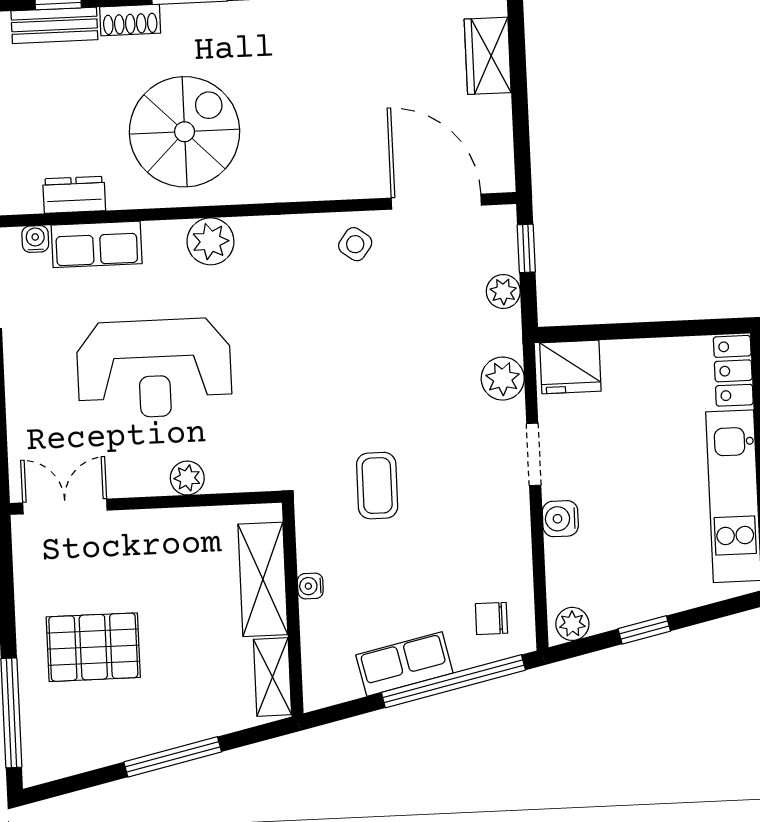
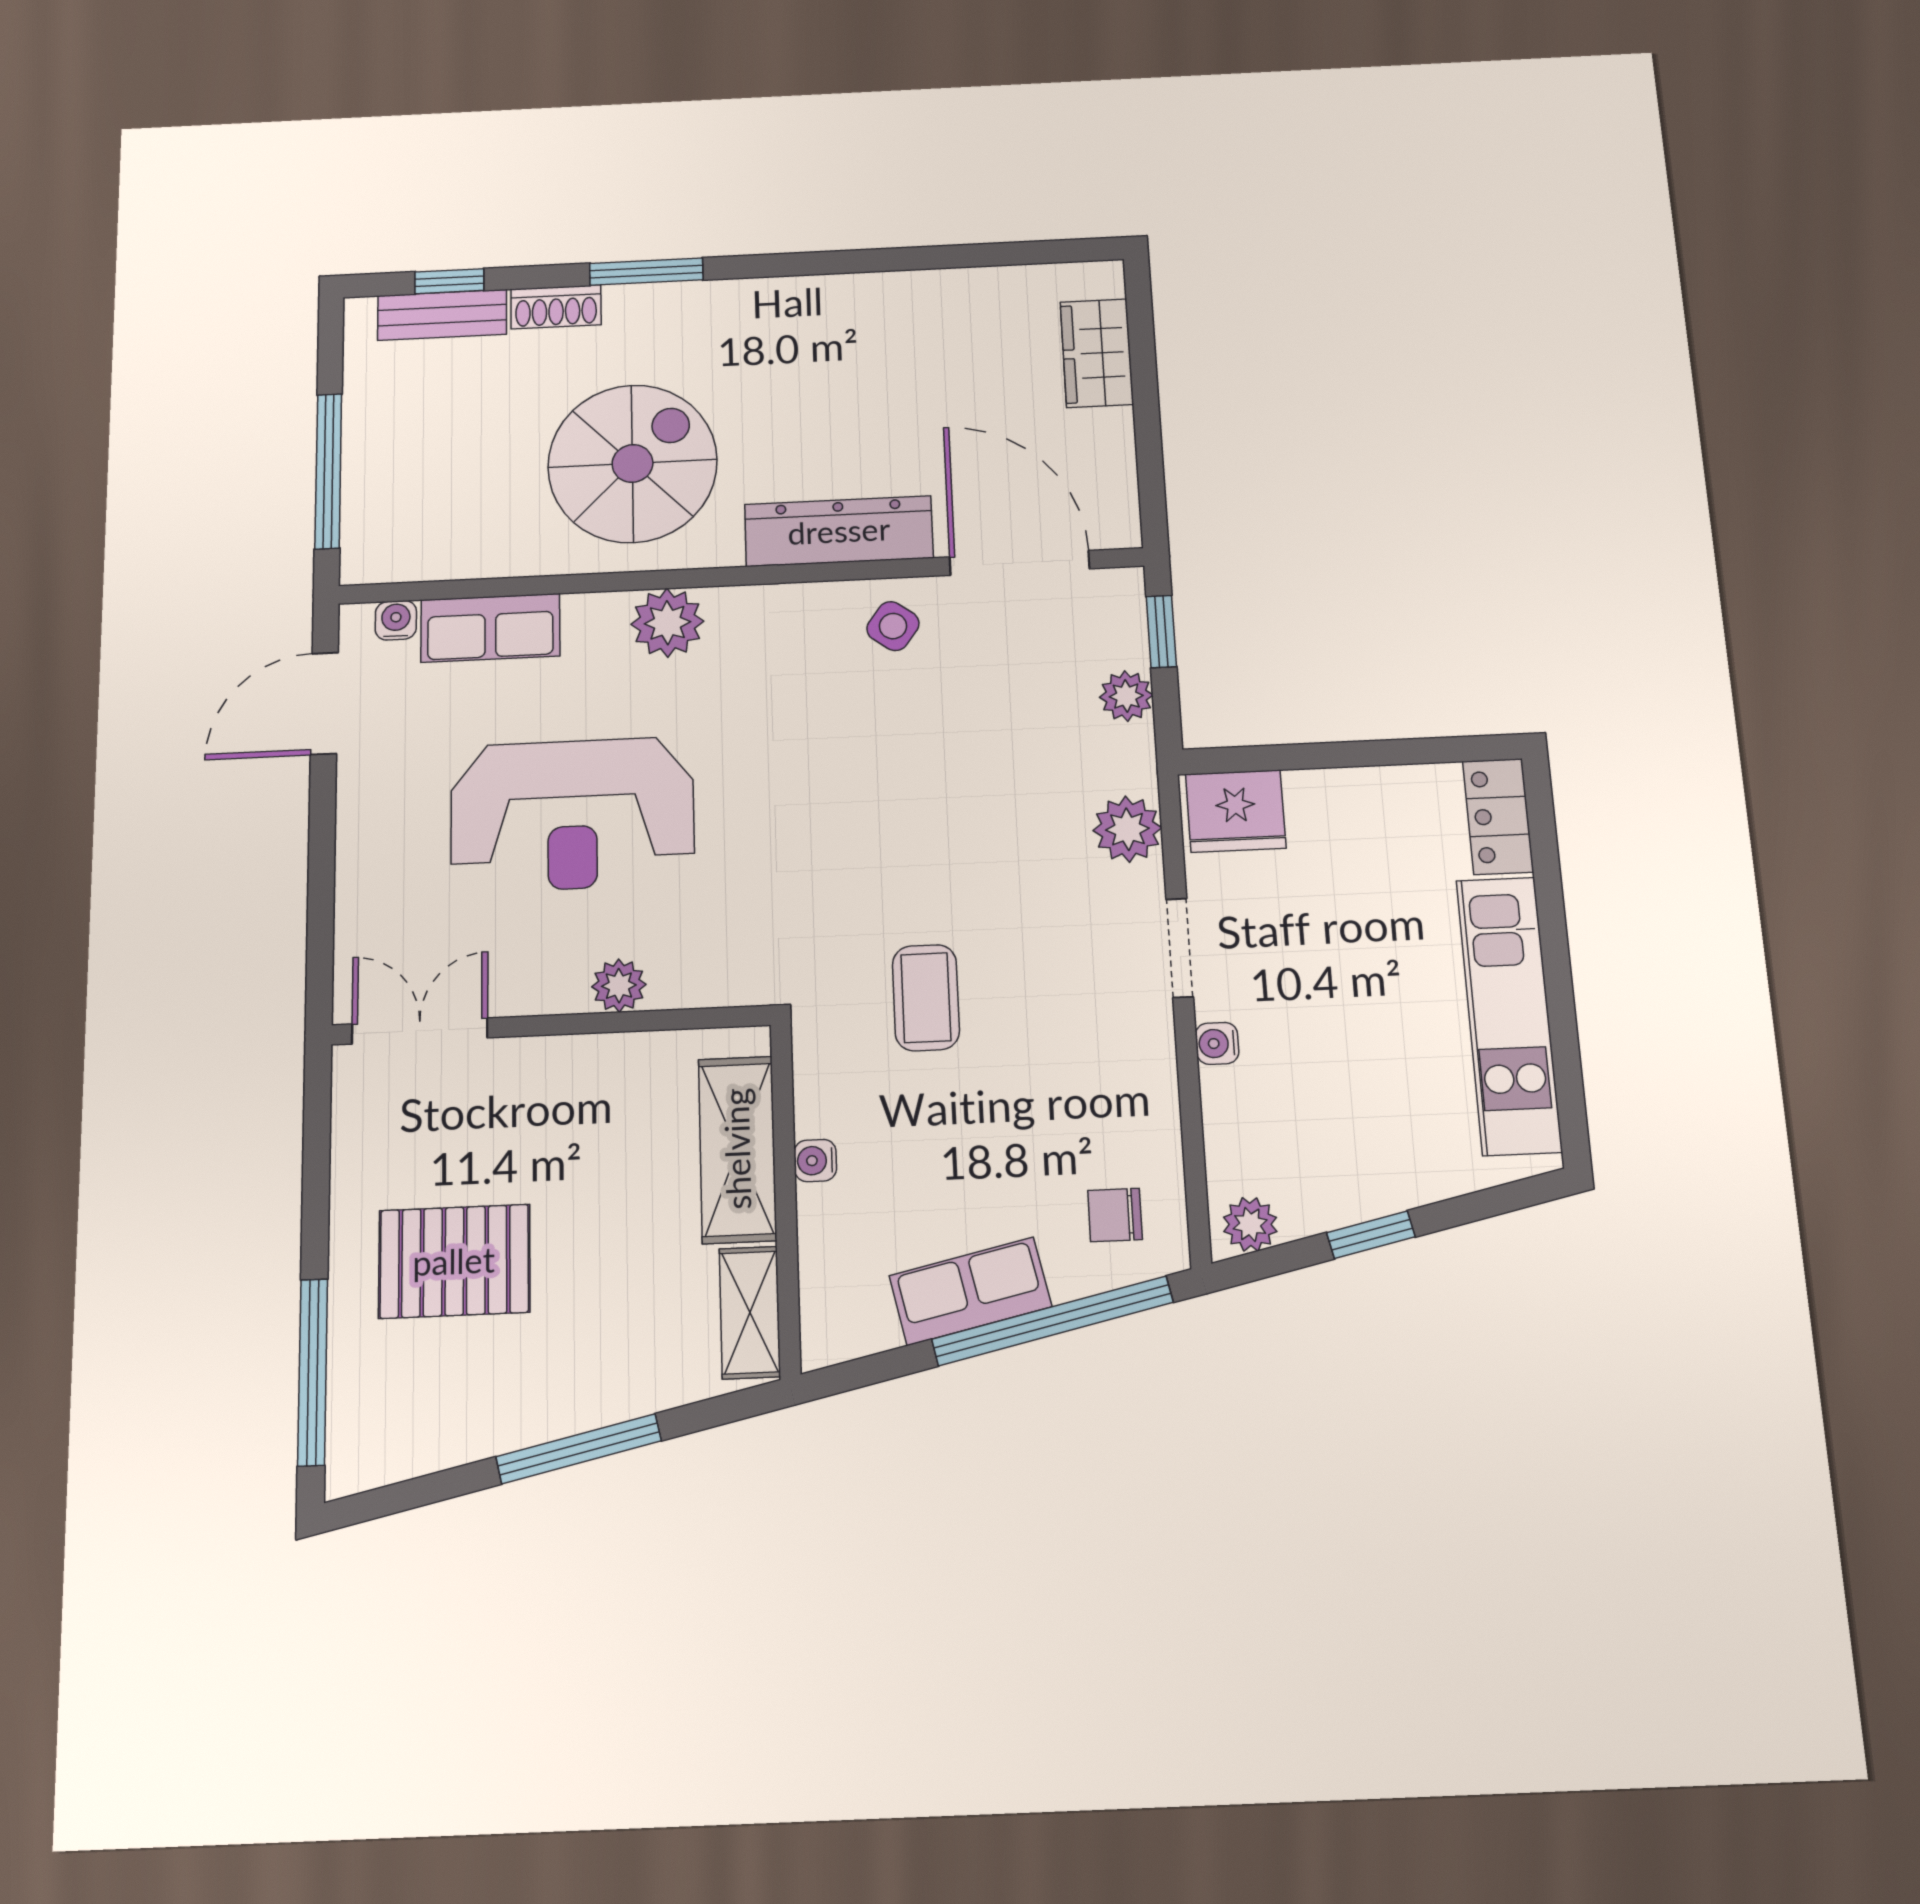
dresser: (74, 195) -> (839, 531), moved, width x1.96, depth x1.24
water cooler: (560, 519) -> (1217, 1043), width x0.72, depth x0.72

